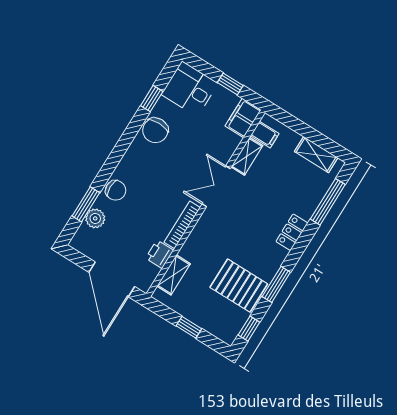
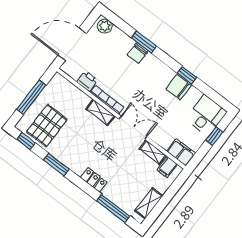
window: (230, 84) -> (214, 136), moved
window: (152, 99) -> (187, 75), moved
window: (86, 204) -> (144, 42), moved
plant: (95, 218) -> (105, 26), moved
shelving: (174, 275) -> (100, 112), moved
pallet: (239, 286) -> (47, 126), moved
window: (189, 327) -> (31, 97), width x2.17

